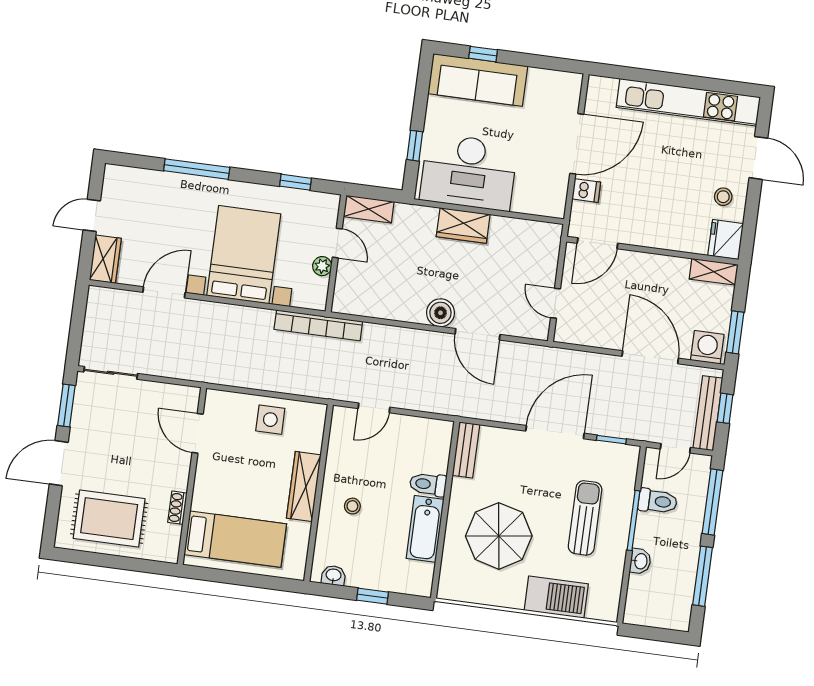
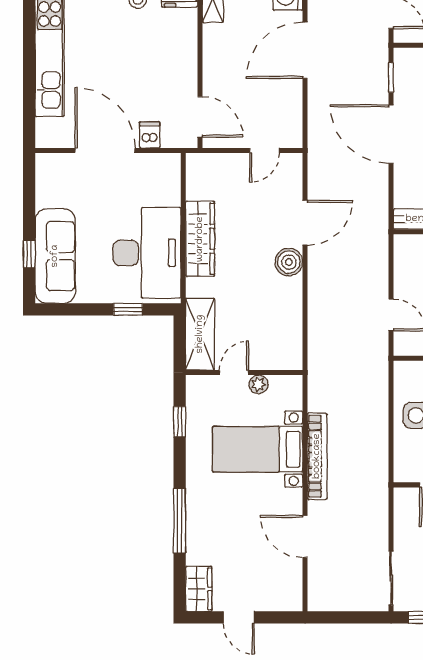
shelving: (369, 209) -> (200, 334), width x1.50, depth x1.33
wardrobe: (463, 225) -> (200, 239), width x1.50
bed with nightstands: (244, 255) -> (258, 449), width x0.73
wardrobe: (105, 259) -> (199, 589), moved, turned 90
bookcase: (318, 325) -> (317, 456), moved

